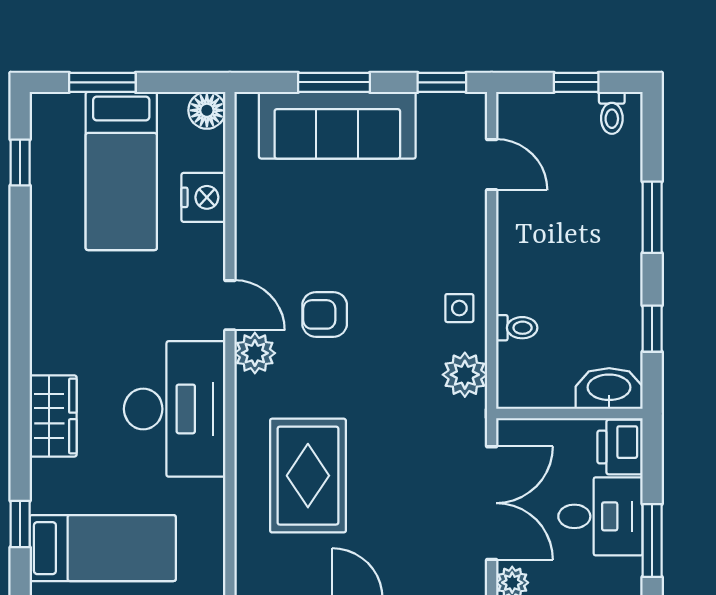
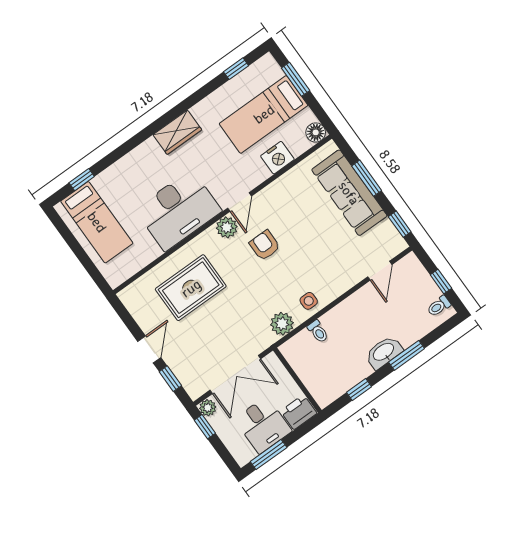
washbasin: (609, 389) -> (384, 352), moved, turned -90
wardrobe: (53, 416) -> (177, 132), moved

